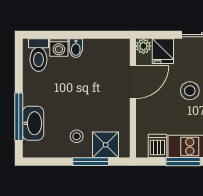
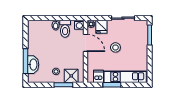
washing machine: (59, 48) -> (79, 25), moved
toilet: (38, 55) -> (65, 29), moved
door: (133, 82) -> (86, 43), hinge flipped

